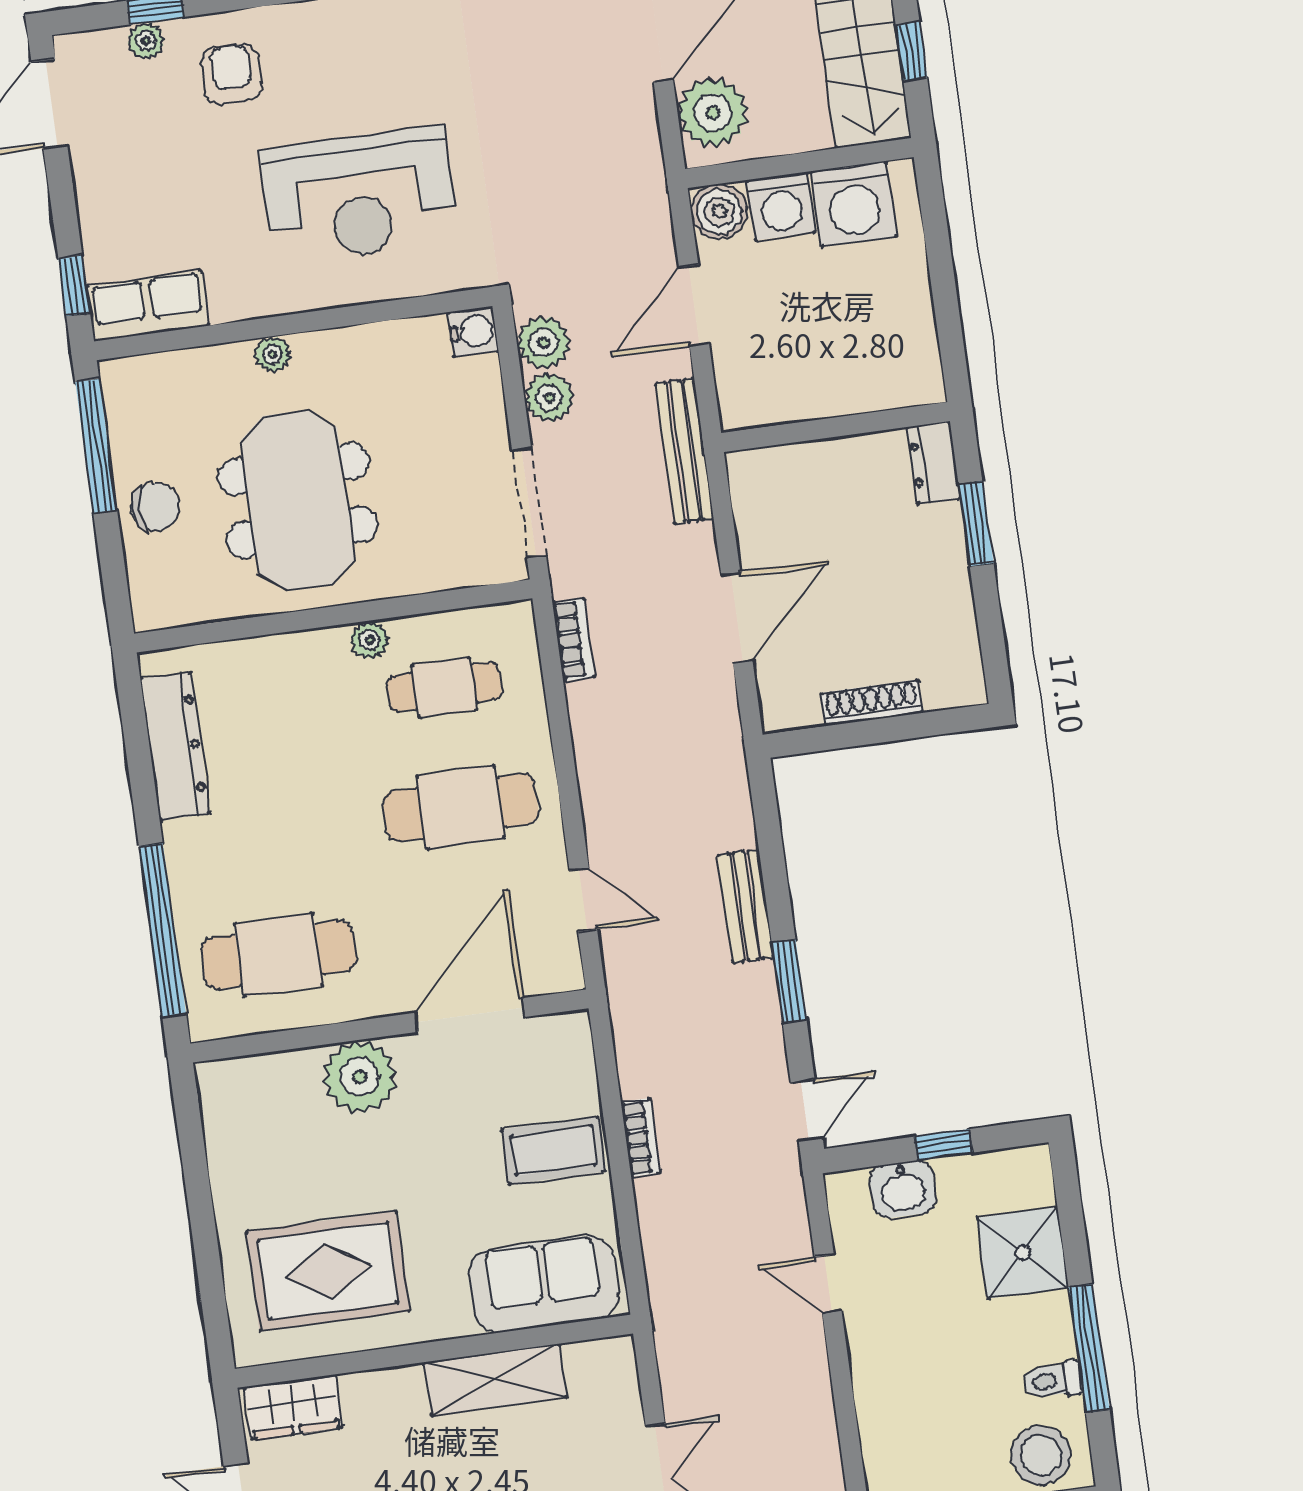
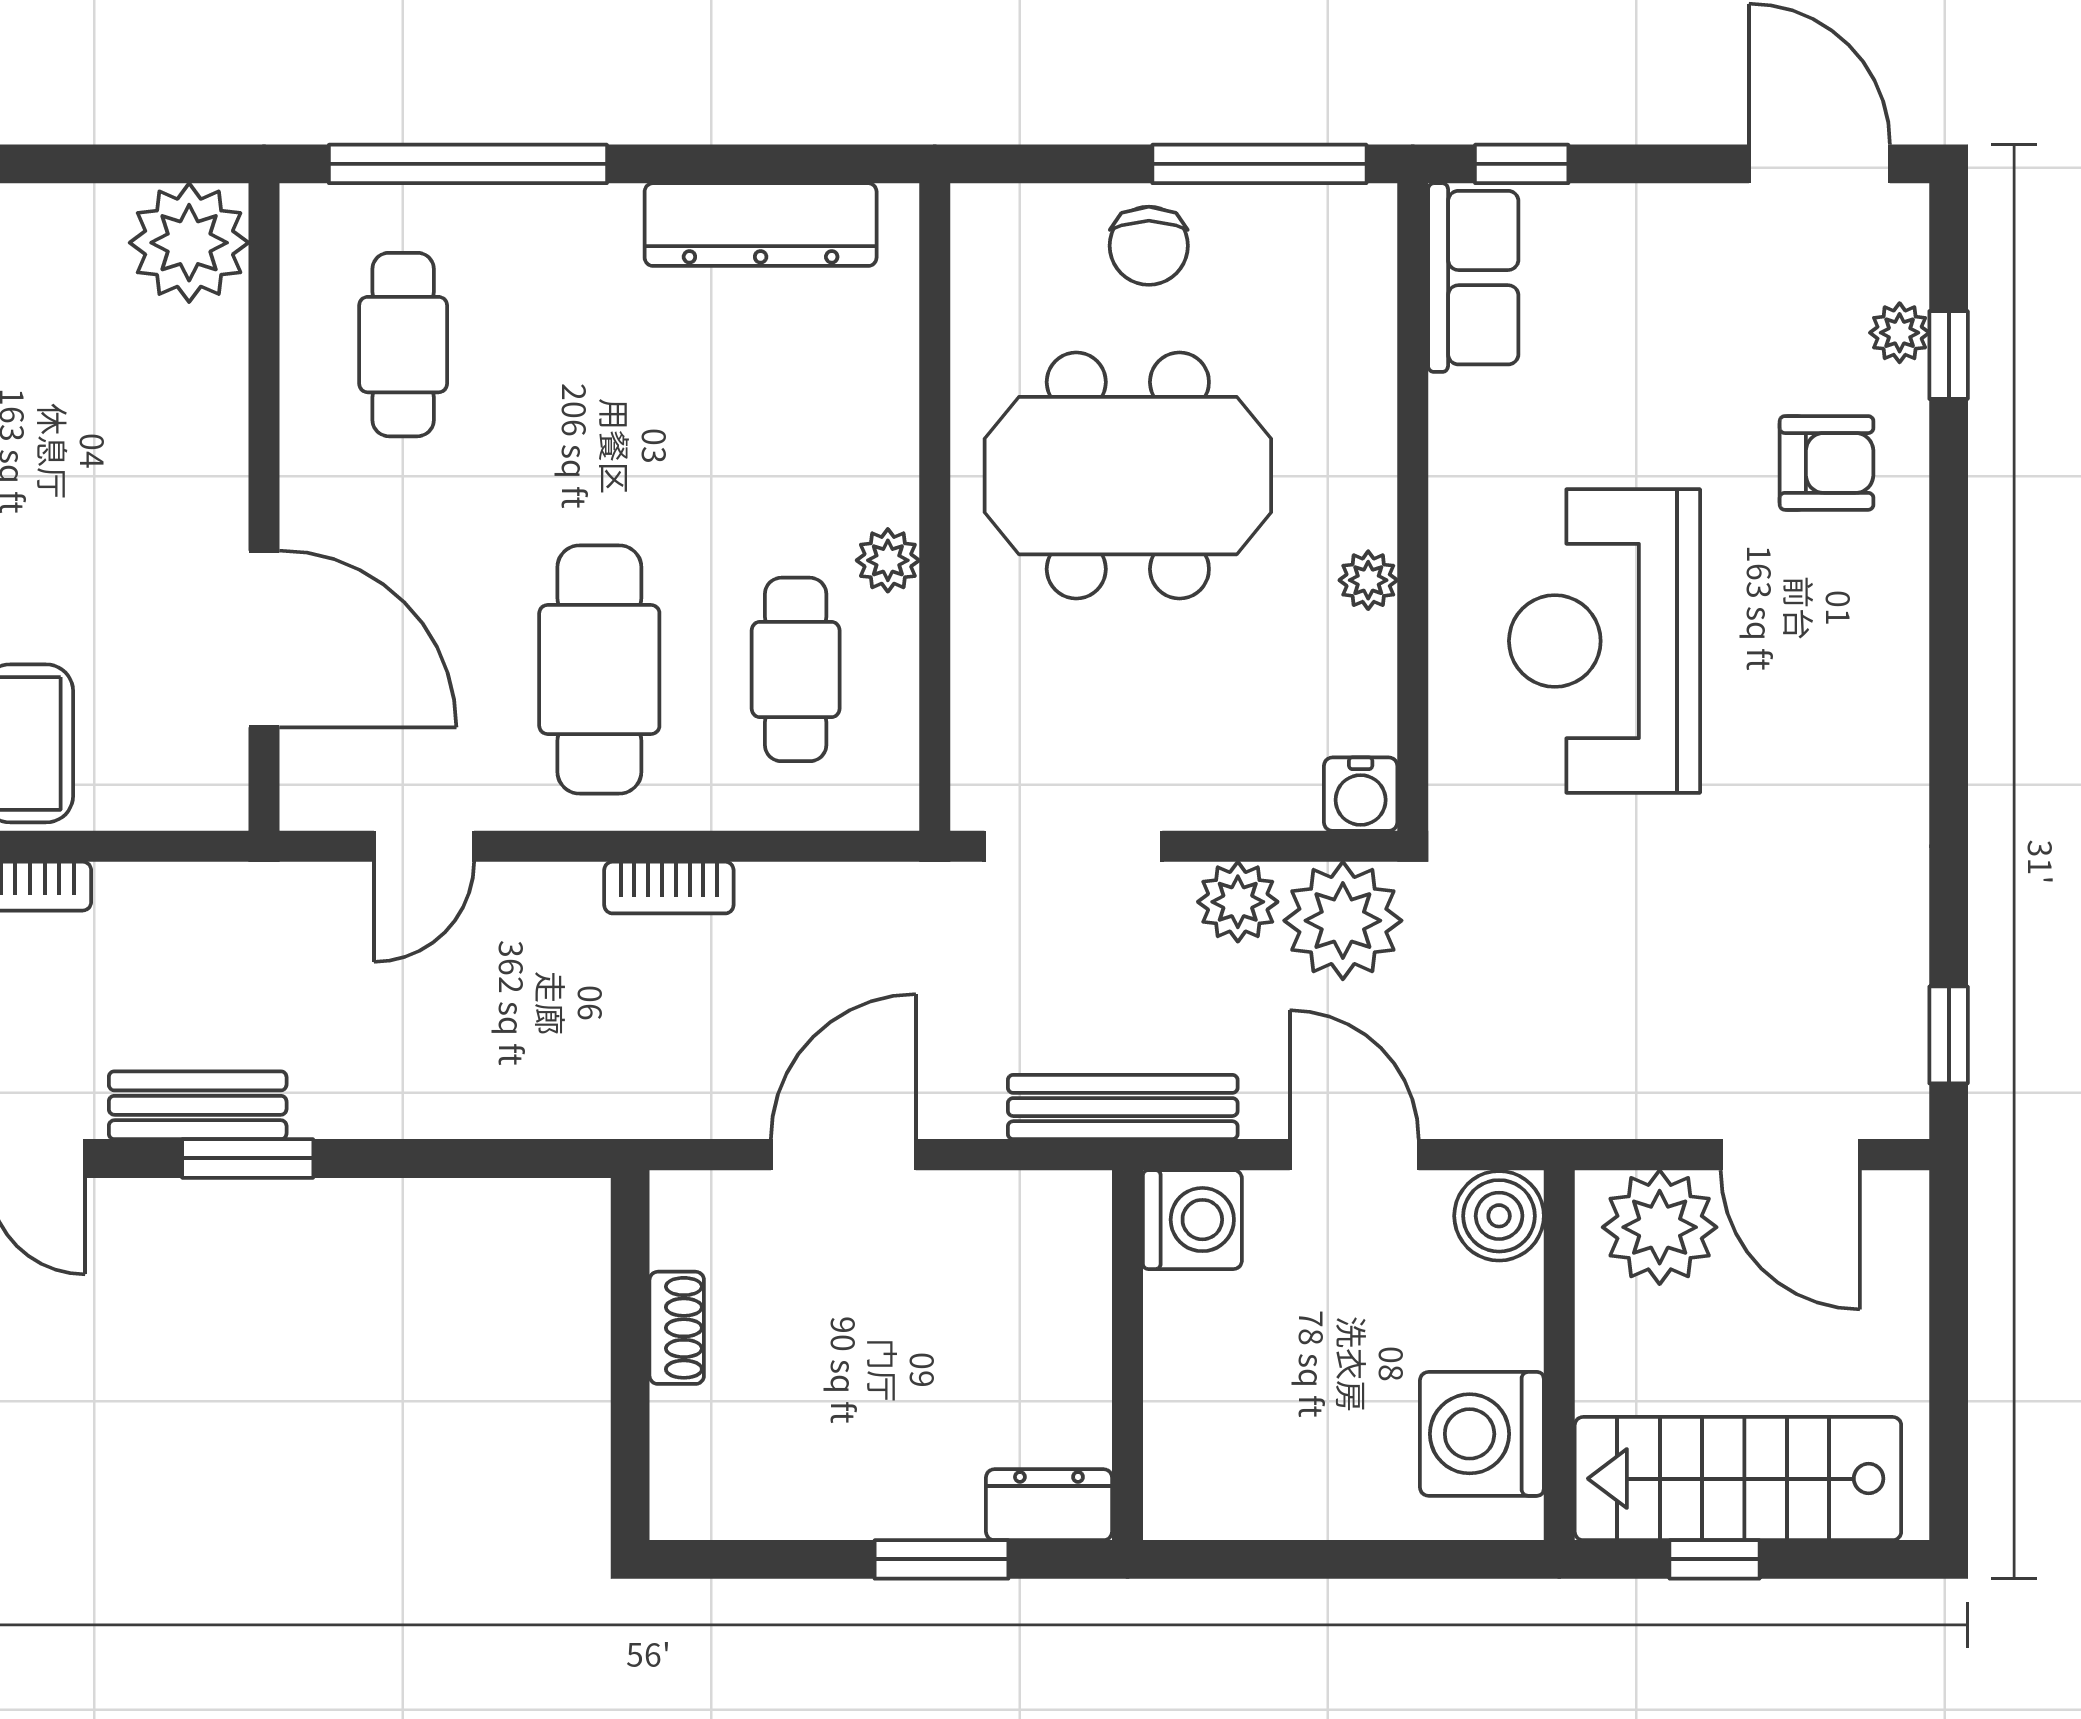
washing machine: (781, 206) -> (1192, 1220), moved, turned 180
plant: (544, 343) -> (1343, 921), width x1.36, depth x1.36
plant: (273, 354) -> (1368, 580), moved
door: (737, 618) -> (843, 1155), swing flipped
bookcase: (573, 640) -> (669, 888), moved
shoe rack: (871, 703) -> (677, 1328), width x0.70
bench: (746, 906) -> (198, 1105), moved
cafe table: (278, 955) -> (403, 345), width x0.73, depth x0.74
plant: (360, 1077) -> (189, 243), moved

